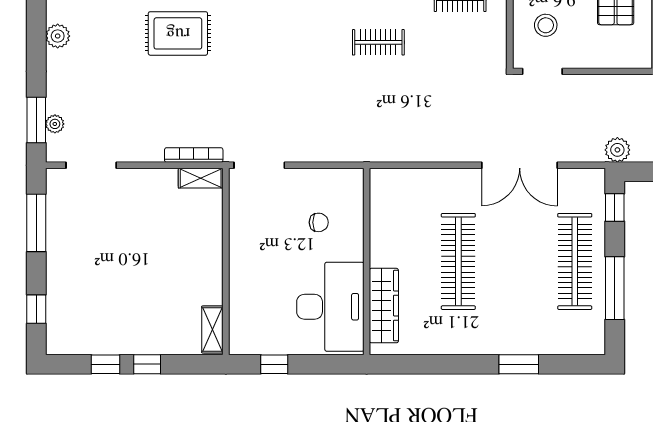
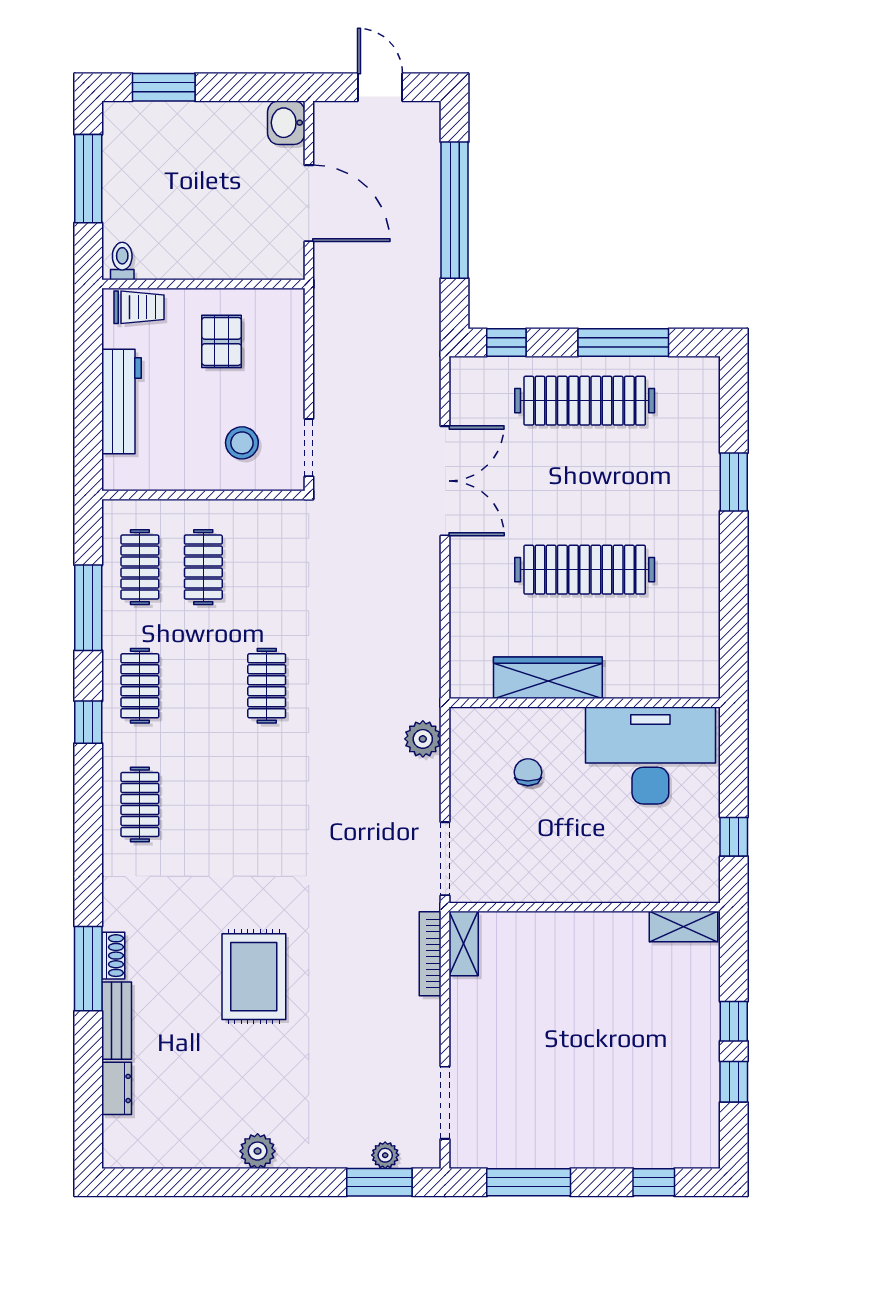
plant: (617, 150) -> (423, 739), moved
wardrobe: (384, 306) -> (548, 678), moved

